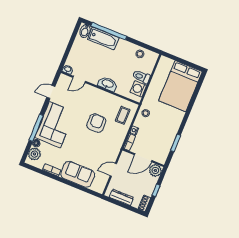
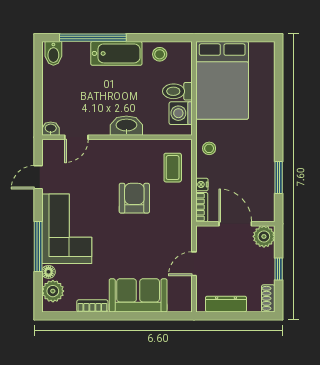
bathtub: (103, 38) -> (116, 53), moved
bed: (180, 86) -> (222, 80), moved
door: (143, 158) -> (235, 224), swing flipped

